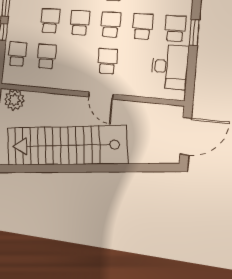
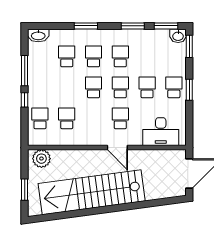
school desk: (50, 21) -> (67, 87), removed
desk: (170, 67) -> (161, 132), moved, turned 90

